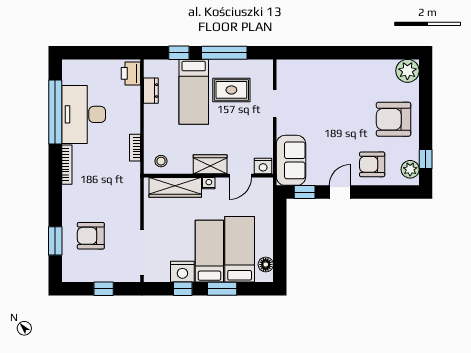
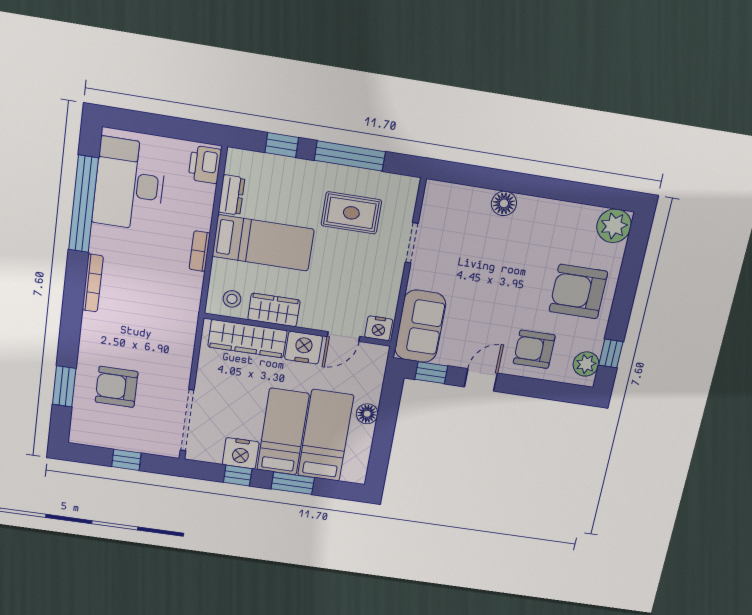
floor lamp: (331, 68) -> (504, 203), added
bed: (194, 92) -> (263, 243), moved, turned -90
desk: (84, 114) -> (129, 184), moved
bookcase: (135, 148) -> (200, 251), moved
wardrobe: (210, 164) -> (274, 310), moved
nightstand: (209, 183) -> (304, 348), width x1.89, depth x1.79
floor lamp: (266, 264) -> (367, 414), moved

